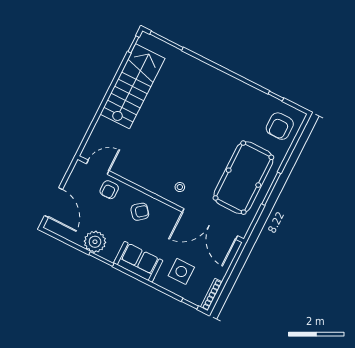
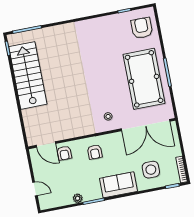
armchair: (280, 126) -> (142, 28), turned 180
door: (98, 167) -> (46, 144), swing flipped
door: (54, 202) -> (35, 189), width x0.53
armchair: (140, 212) -> (95, 152), turned 129
plant: (95, 242) -> (78, 198), width x0.53, depth x0.53

